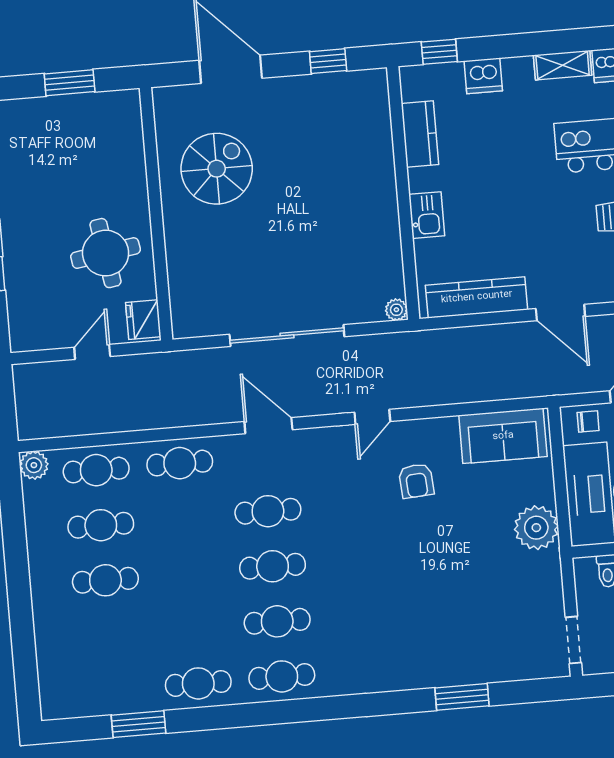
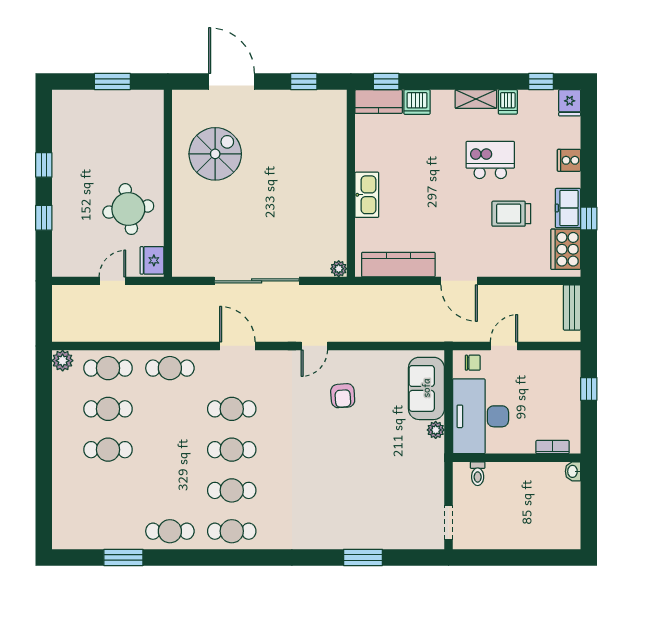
kitchen counter: (420, 134) -> (379, 102), moved, turned 90
kitchen sink: (427, 215) -> (367, 195), width x1.38
sofa: (503, 436) -> (426, 388), moved, turned 90
plant: (536, 528) -> (436, 430), width x0.53, depth x0.53

